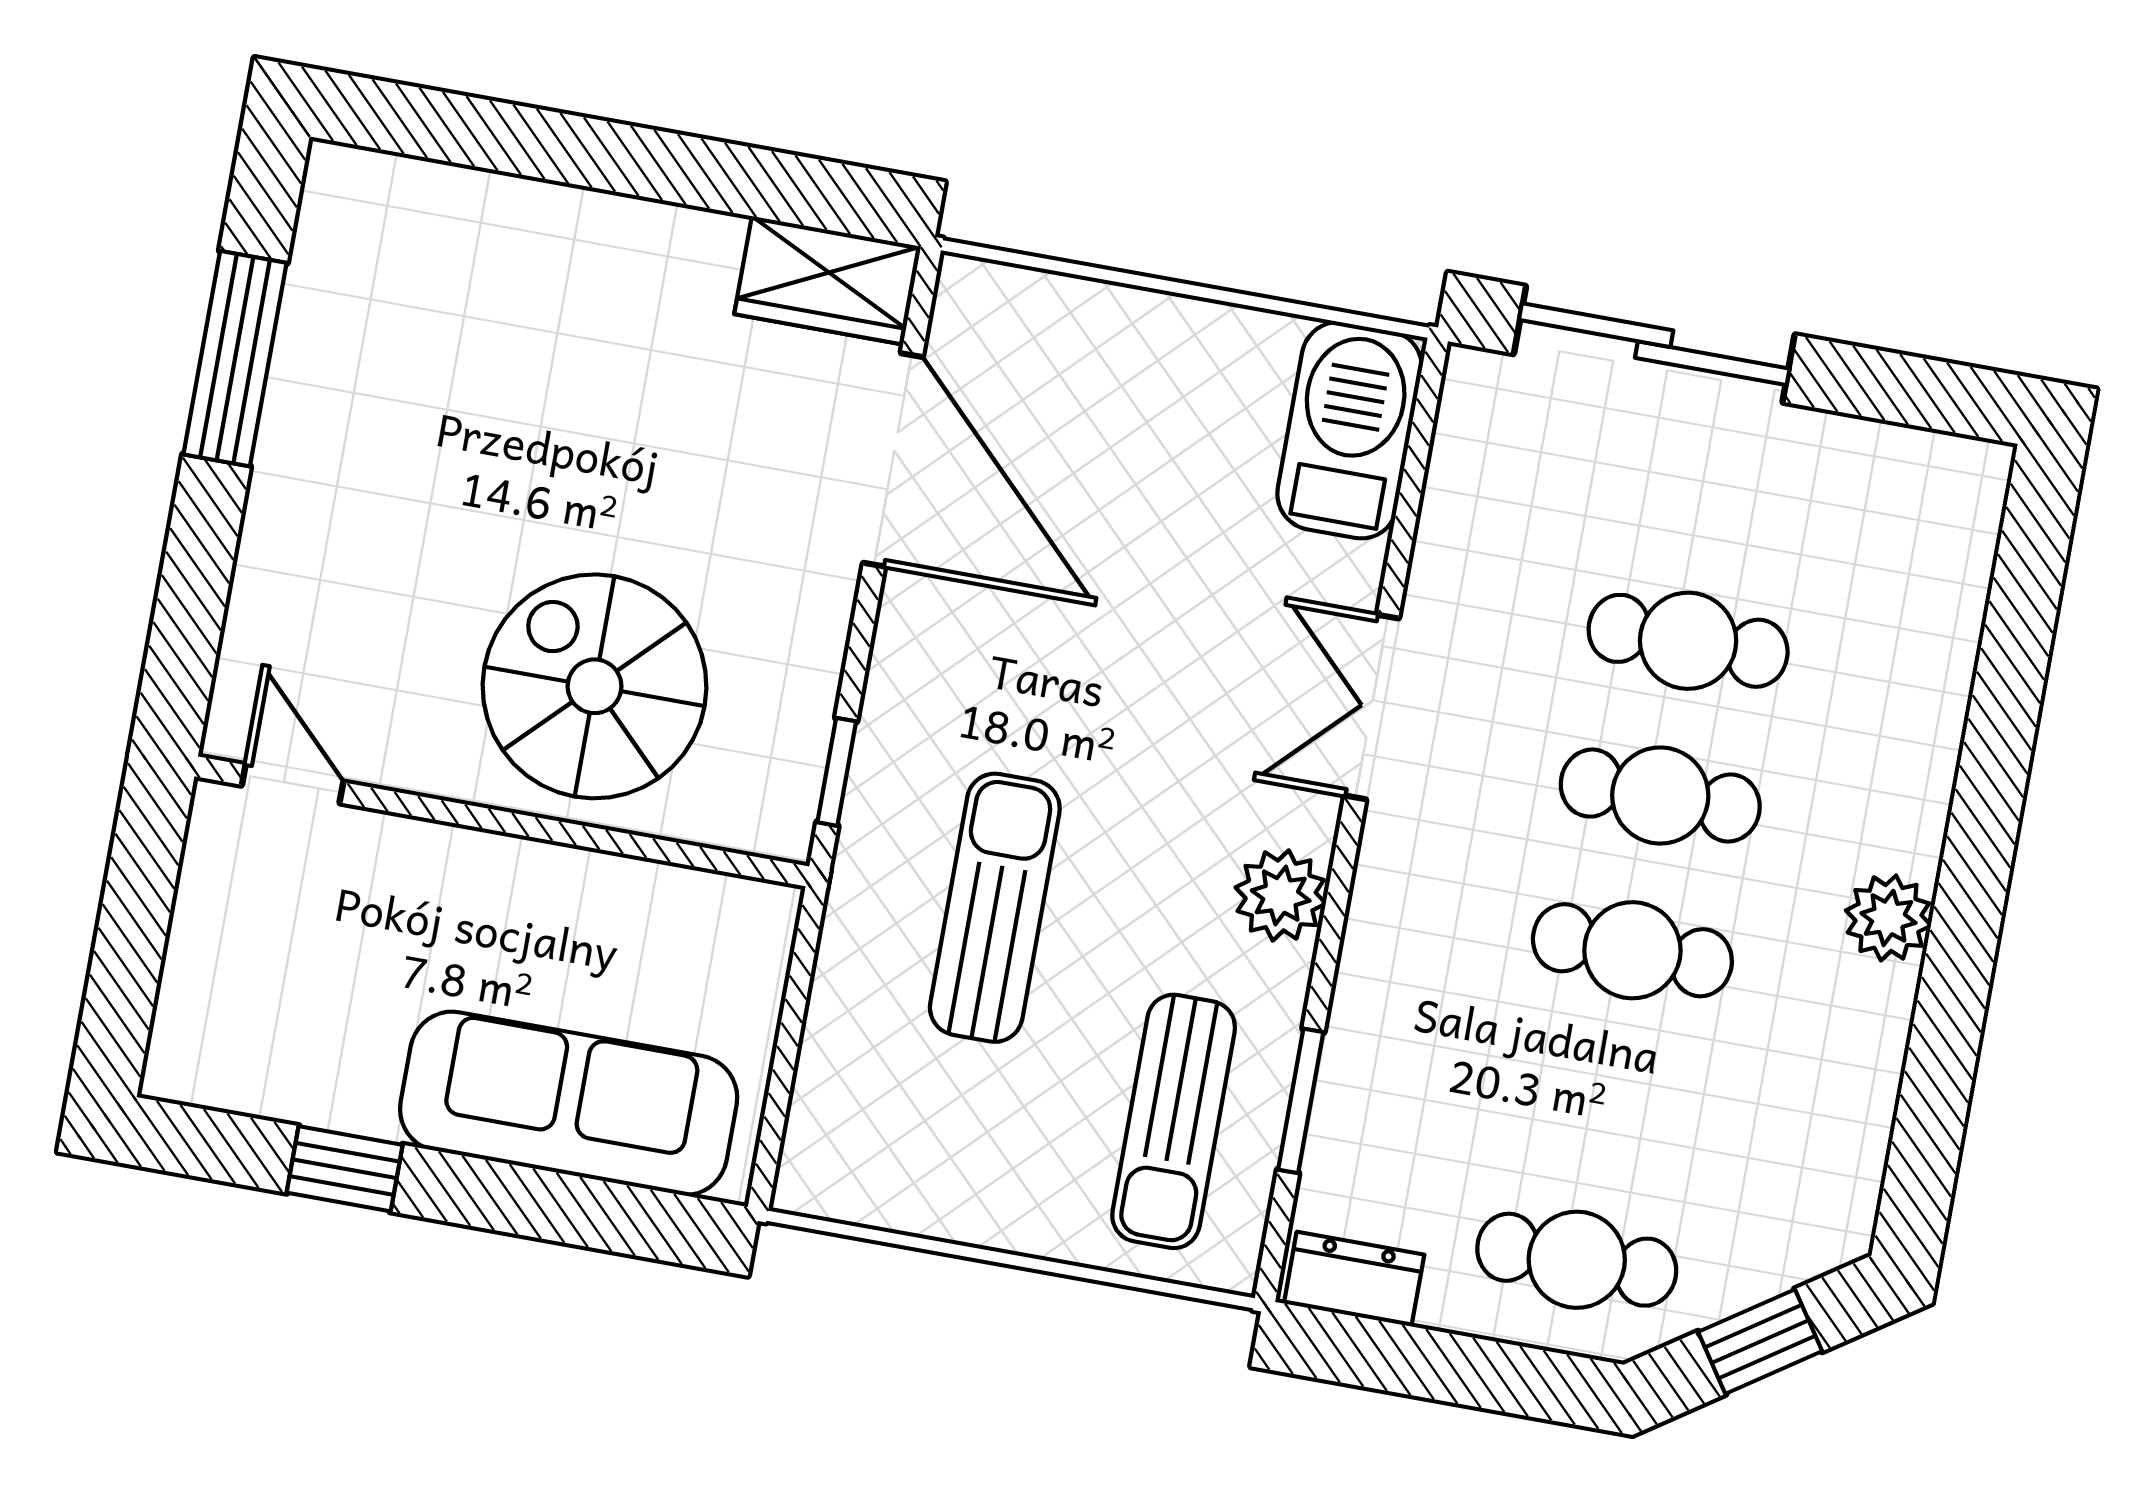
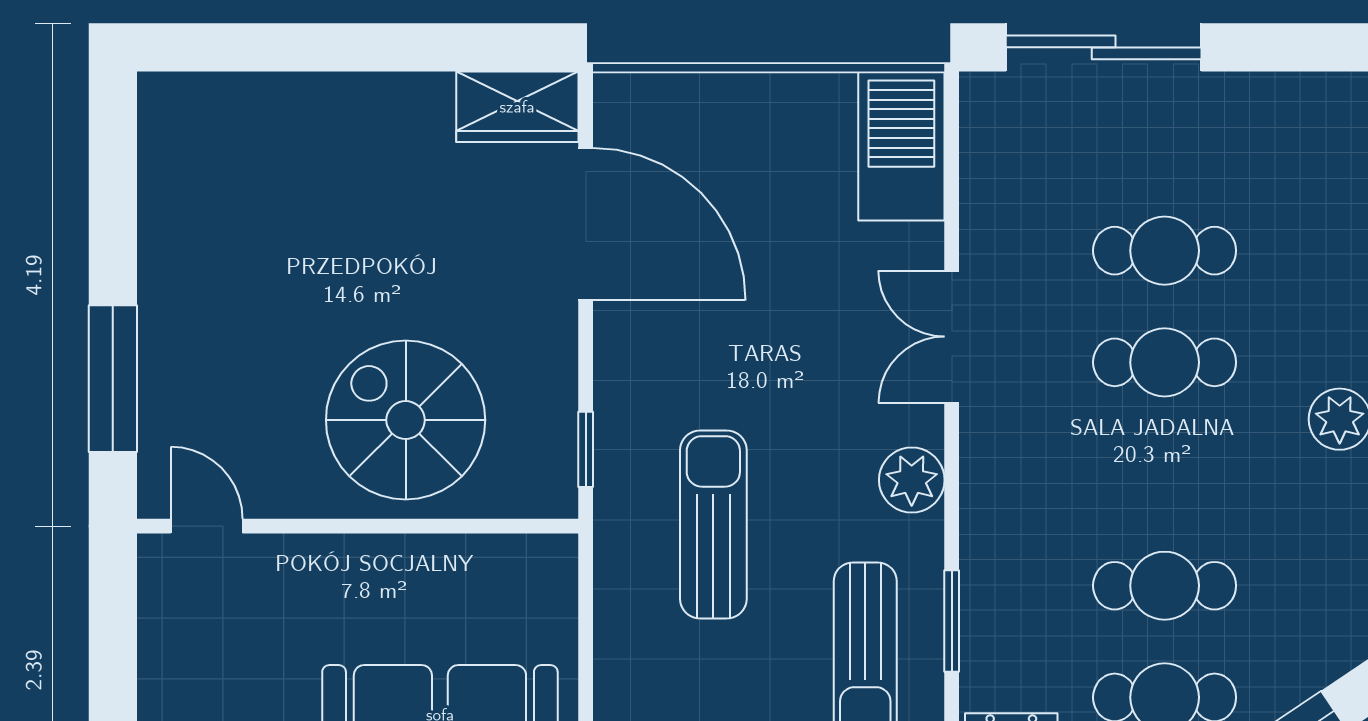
window: (235, 359) -> (113, 379), moved
cafe table: (1632, 950) -> (1165, 586), moved

